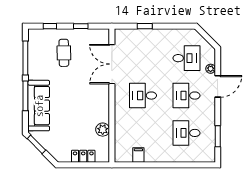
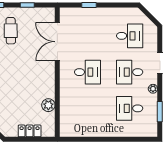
plant: (211, 69) -> (153, 89), moved
desk: (143, 96) -> (87, 72), turned 180
filing cabinet: (138, 155) -> (83, 130), removed

